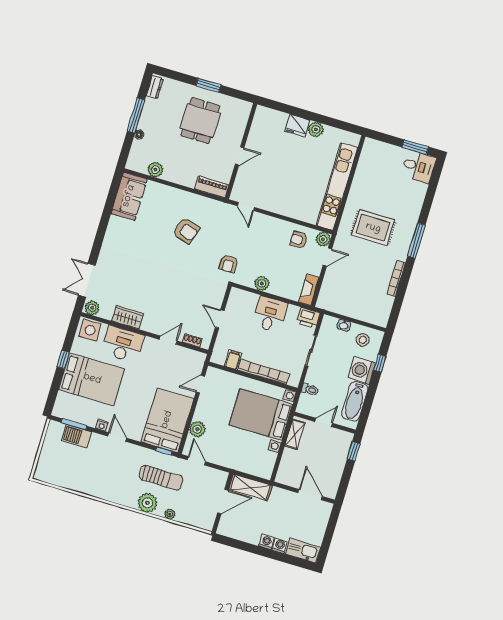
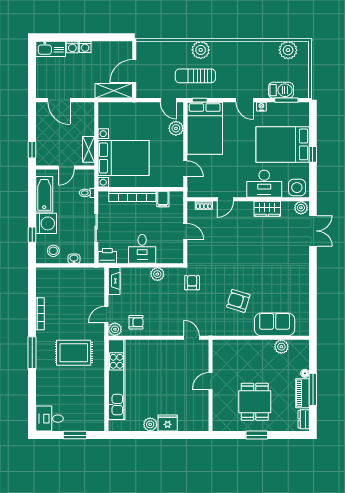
window: (415, 147) -> (75, 435), moved
piano: (212, 187) -> (303, 393), moved, turned 90
sofa: (129, 196) -> (275, 324), moved, turned 90
door: (200, 384) -> (185, 169), hinge flipped
plant: (170, 514) -> (288, 50), moved, width x1.88, depth x1.88

